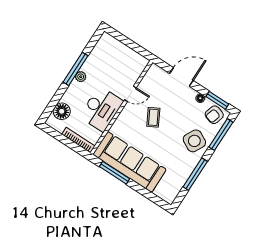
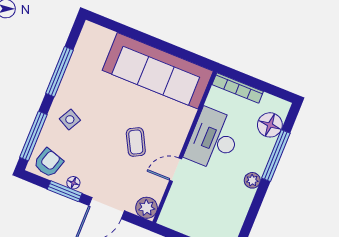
window: (75, 69) -> (276, 156), moved
plant: (155, 72) -> (147, 208), added
window: (217, 100) -> (65, 191), moved
side table: (194, 141) -> (70, 119), width x0.54, depth x0.54
window: (115, 173) -> (176, 51), removed

